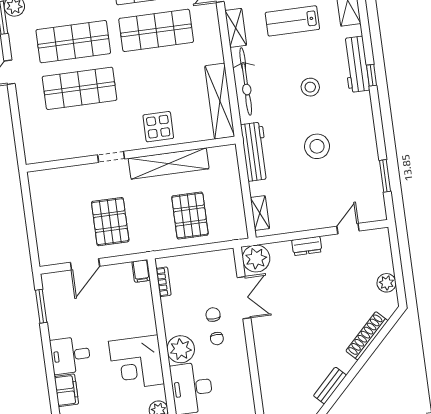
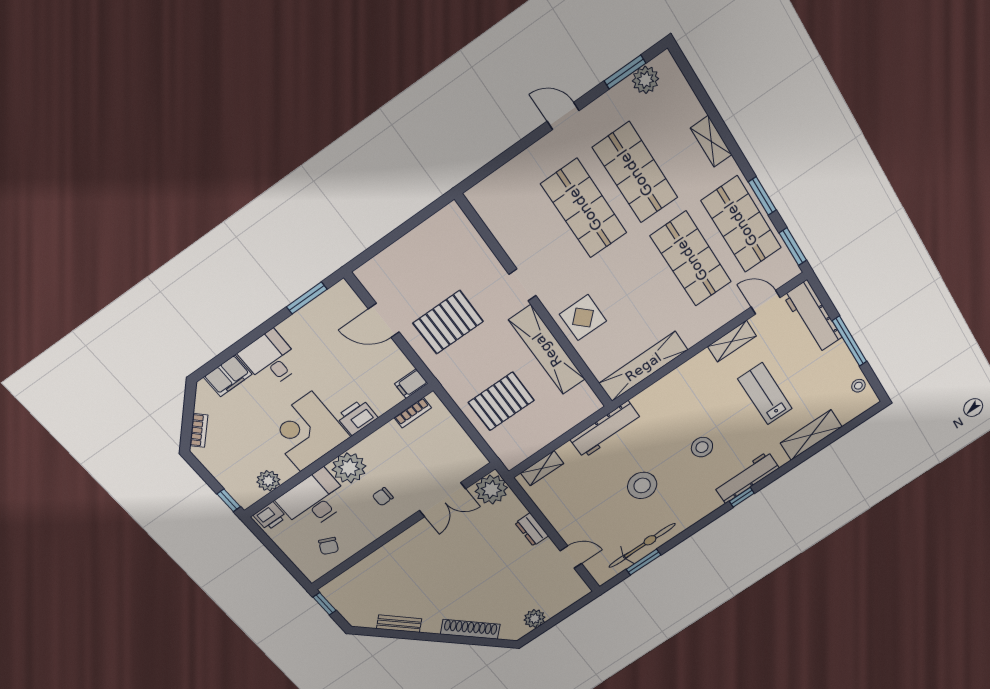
bicycle: (246, 81) -> (642, 545), moved, turned 180
chair: (213, 315) -> (329, 546), moved, turned 115
printer: (145, 322) -> (357, 417), added

